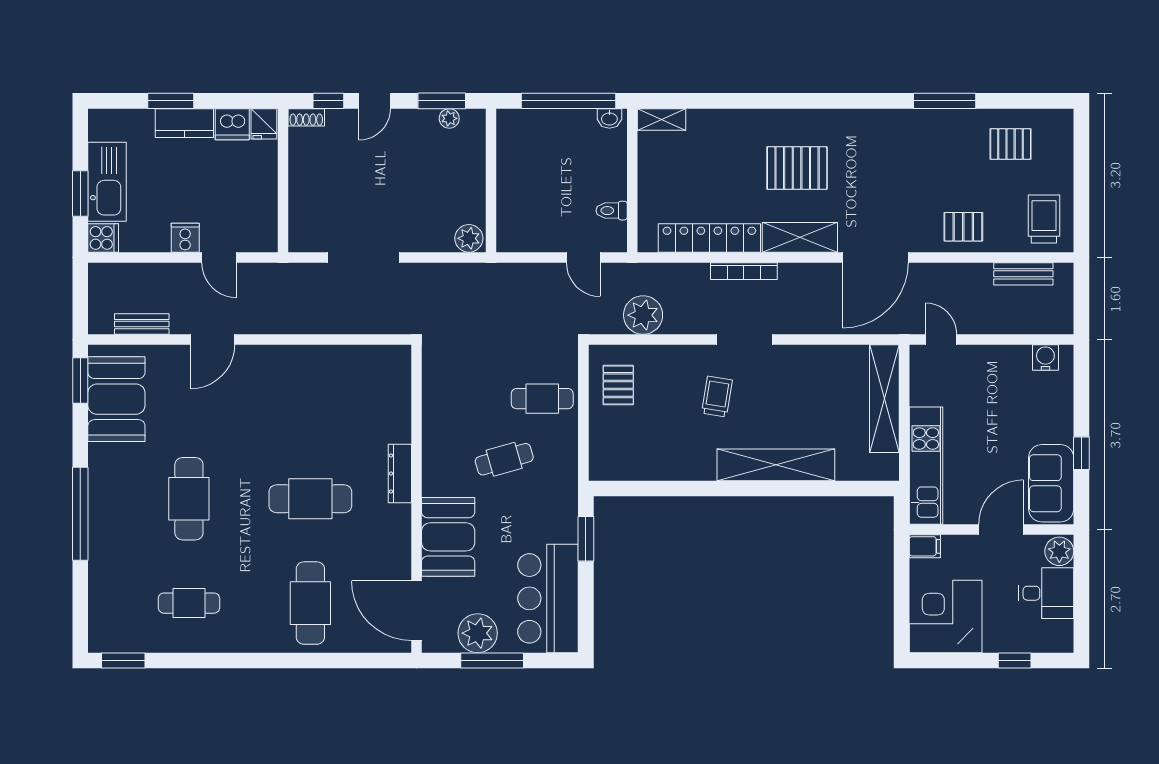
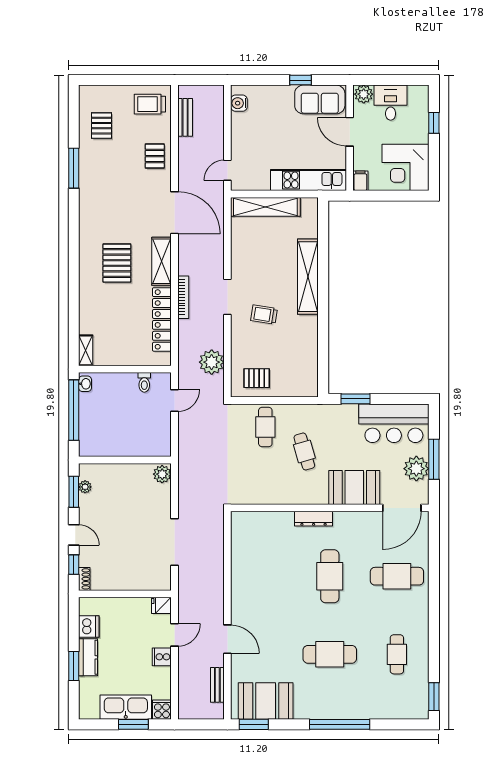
fridge: (264, 124) -> (161, 605), moved, turned 180

